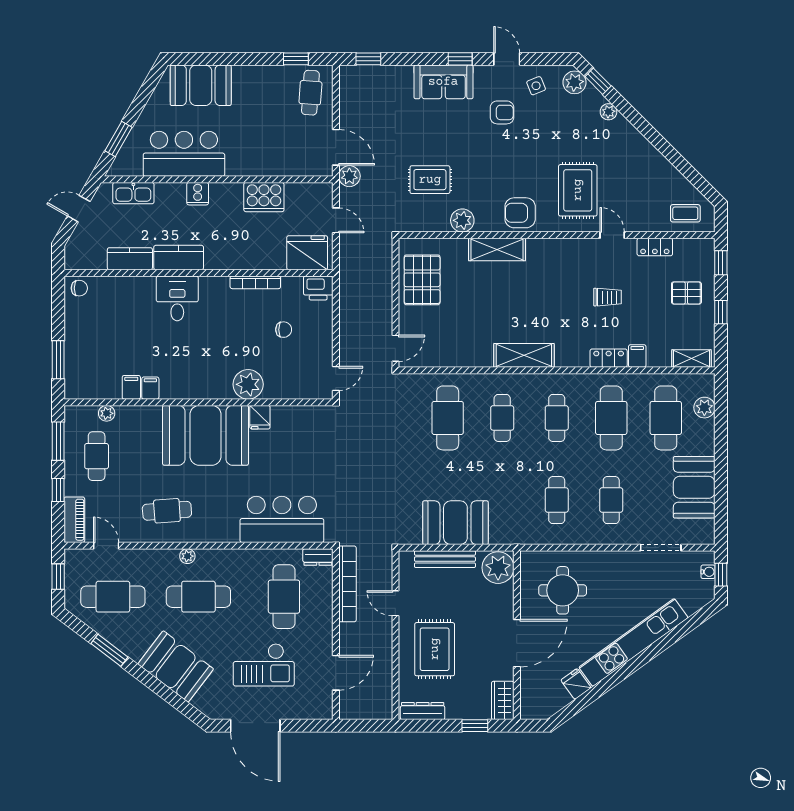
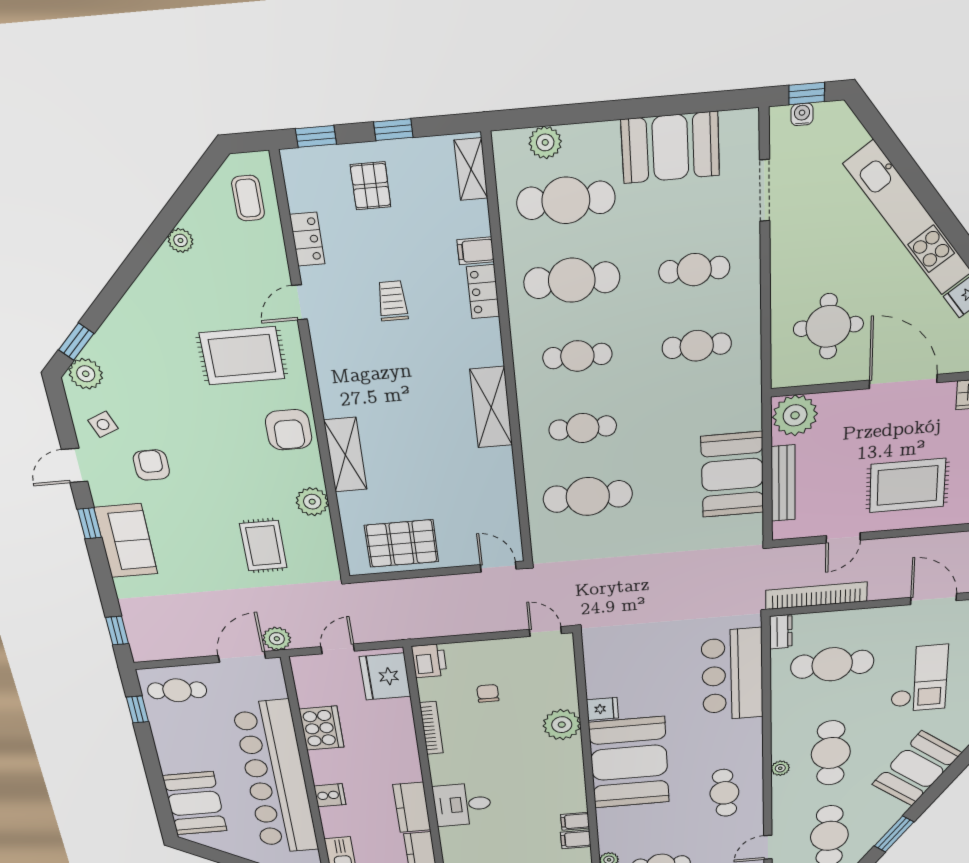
plant: (609, 112) -> (180, 240), moved
bar counter: (184, 154) -> (276, 778), width x1.86

